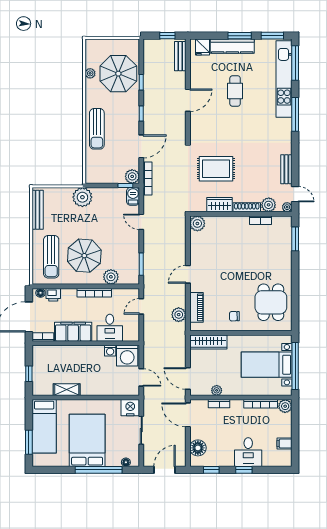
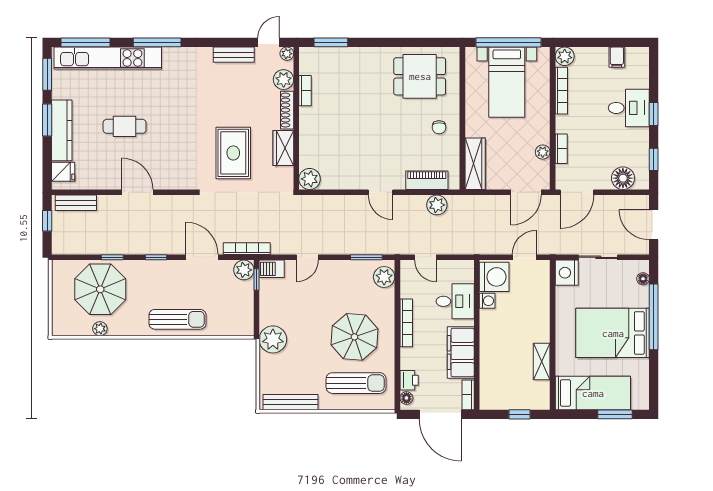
plant: (111, 277) -> (384, 277), moved

